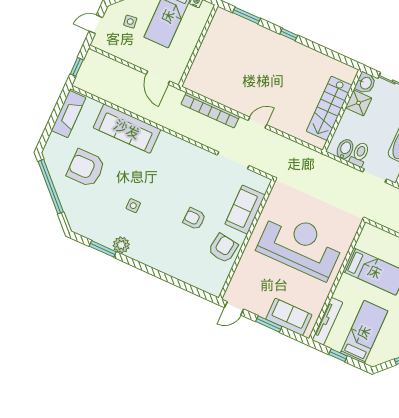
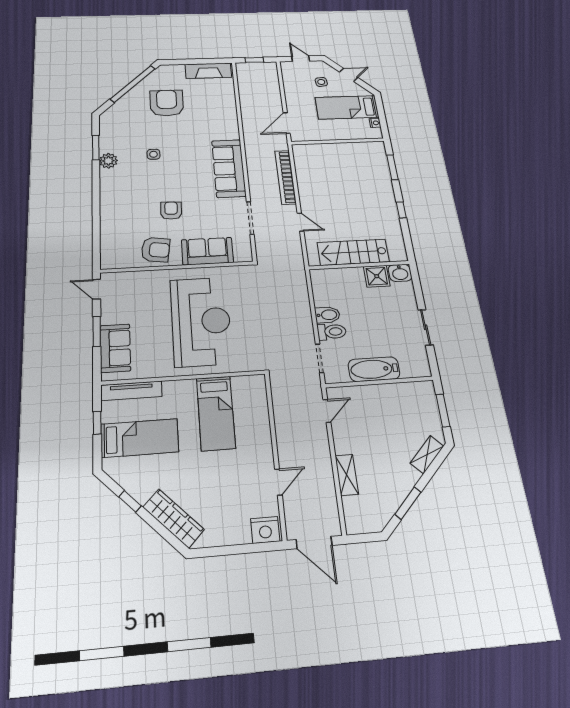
washbasin: (365, 83) -> (400, 273), moved
shower: (359, 103) -> (377, 276), moved
stairs: (329, 108) -> (353, 252), moved
wall: (342, 111) -> (359, 265), moved
sofa: (127, 129) -> (229, 168), moved

